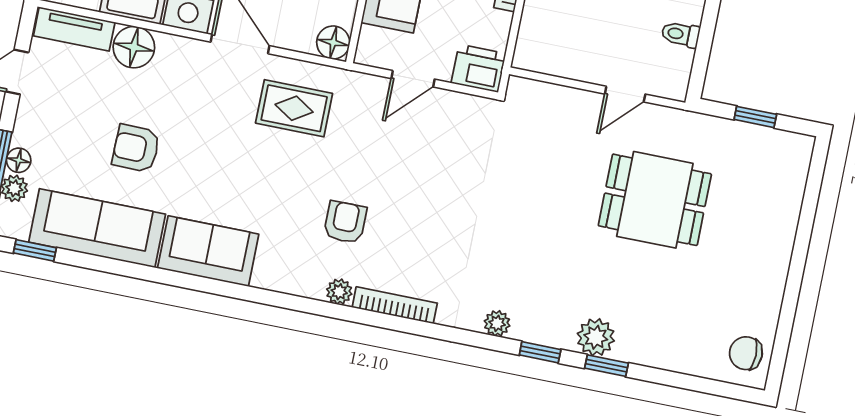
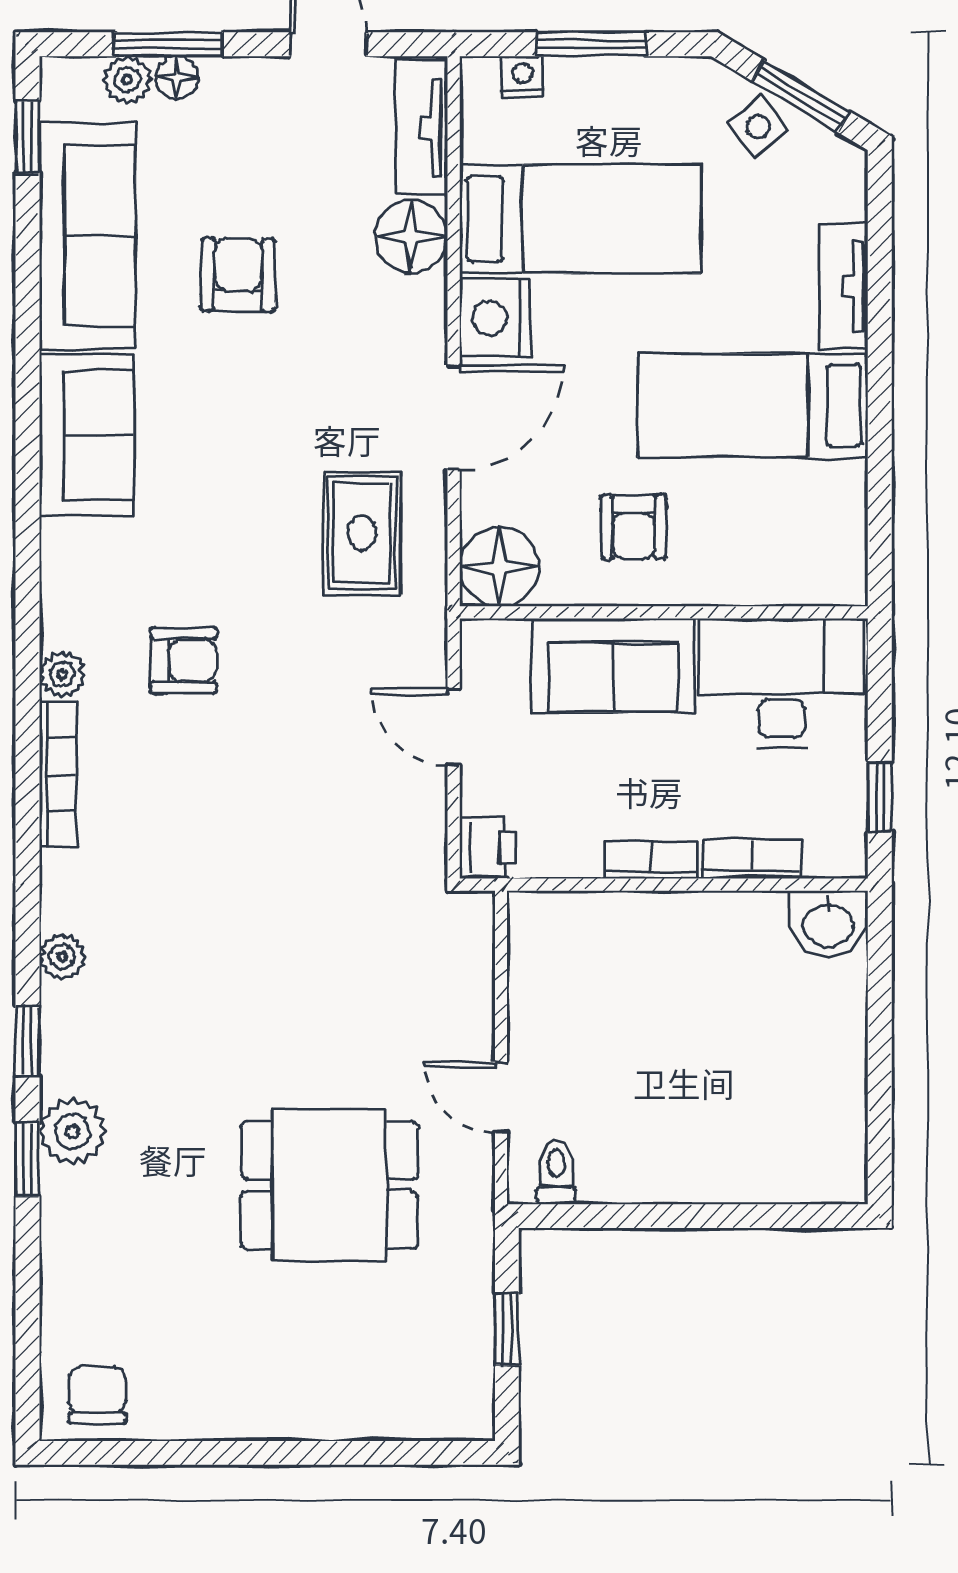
toilet: (681, 34) -> (556, 1172), moved
floor lamp: (333, 42) -> (499, 567), width x1.38, depth x1.38
printer: (479, 68) -> (488, 848), width x0.73, depth x0.81
dining table: (655, 200) -> (329, 1185), turned 90

